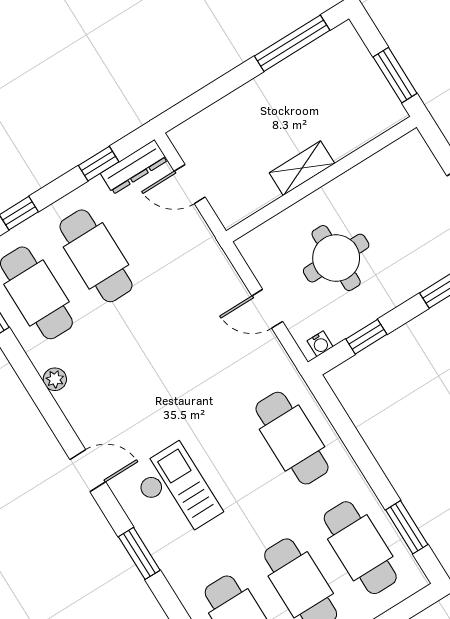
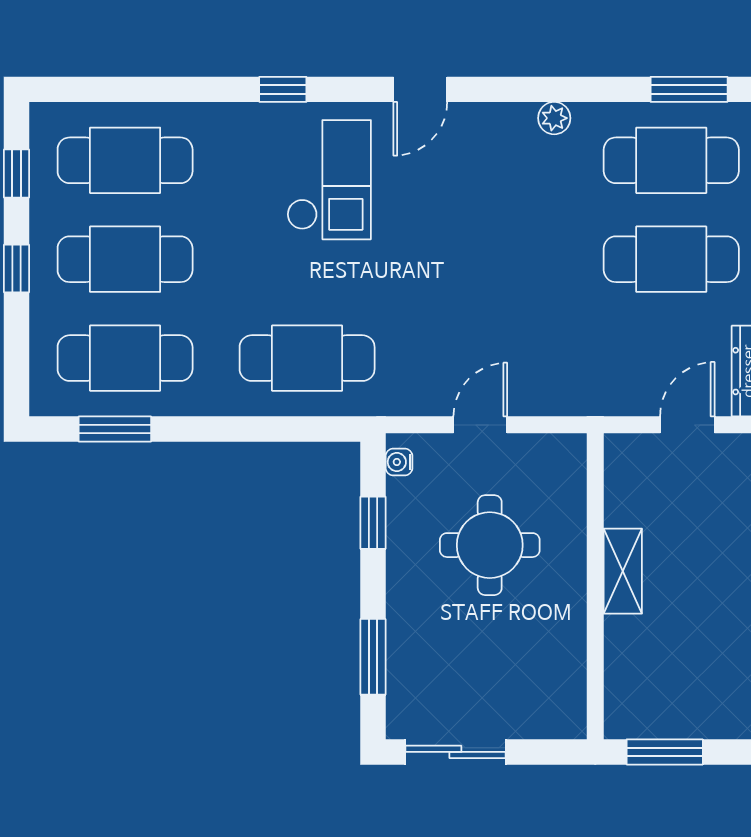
checkout: (176, 492) -> (329, 180), turned -90
window: (139, 553) -> (283, 89), width x0.67

